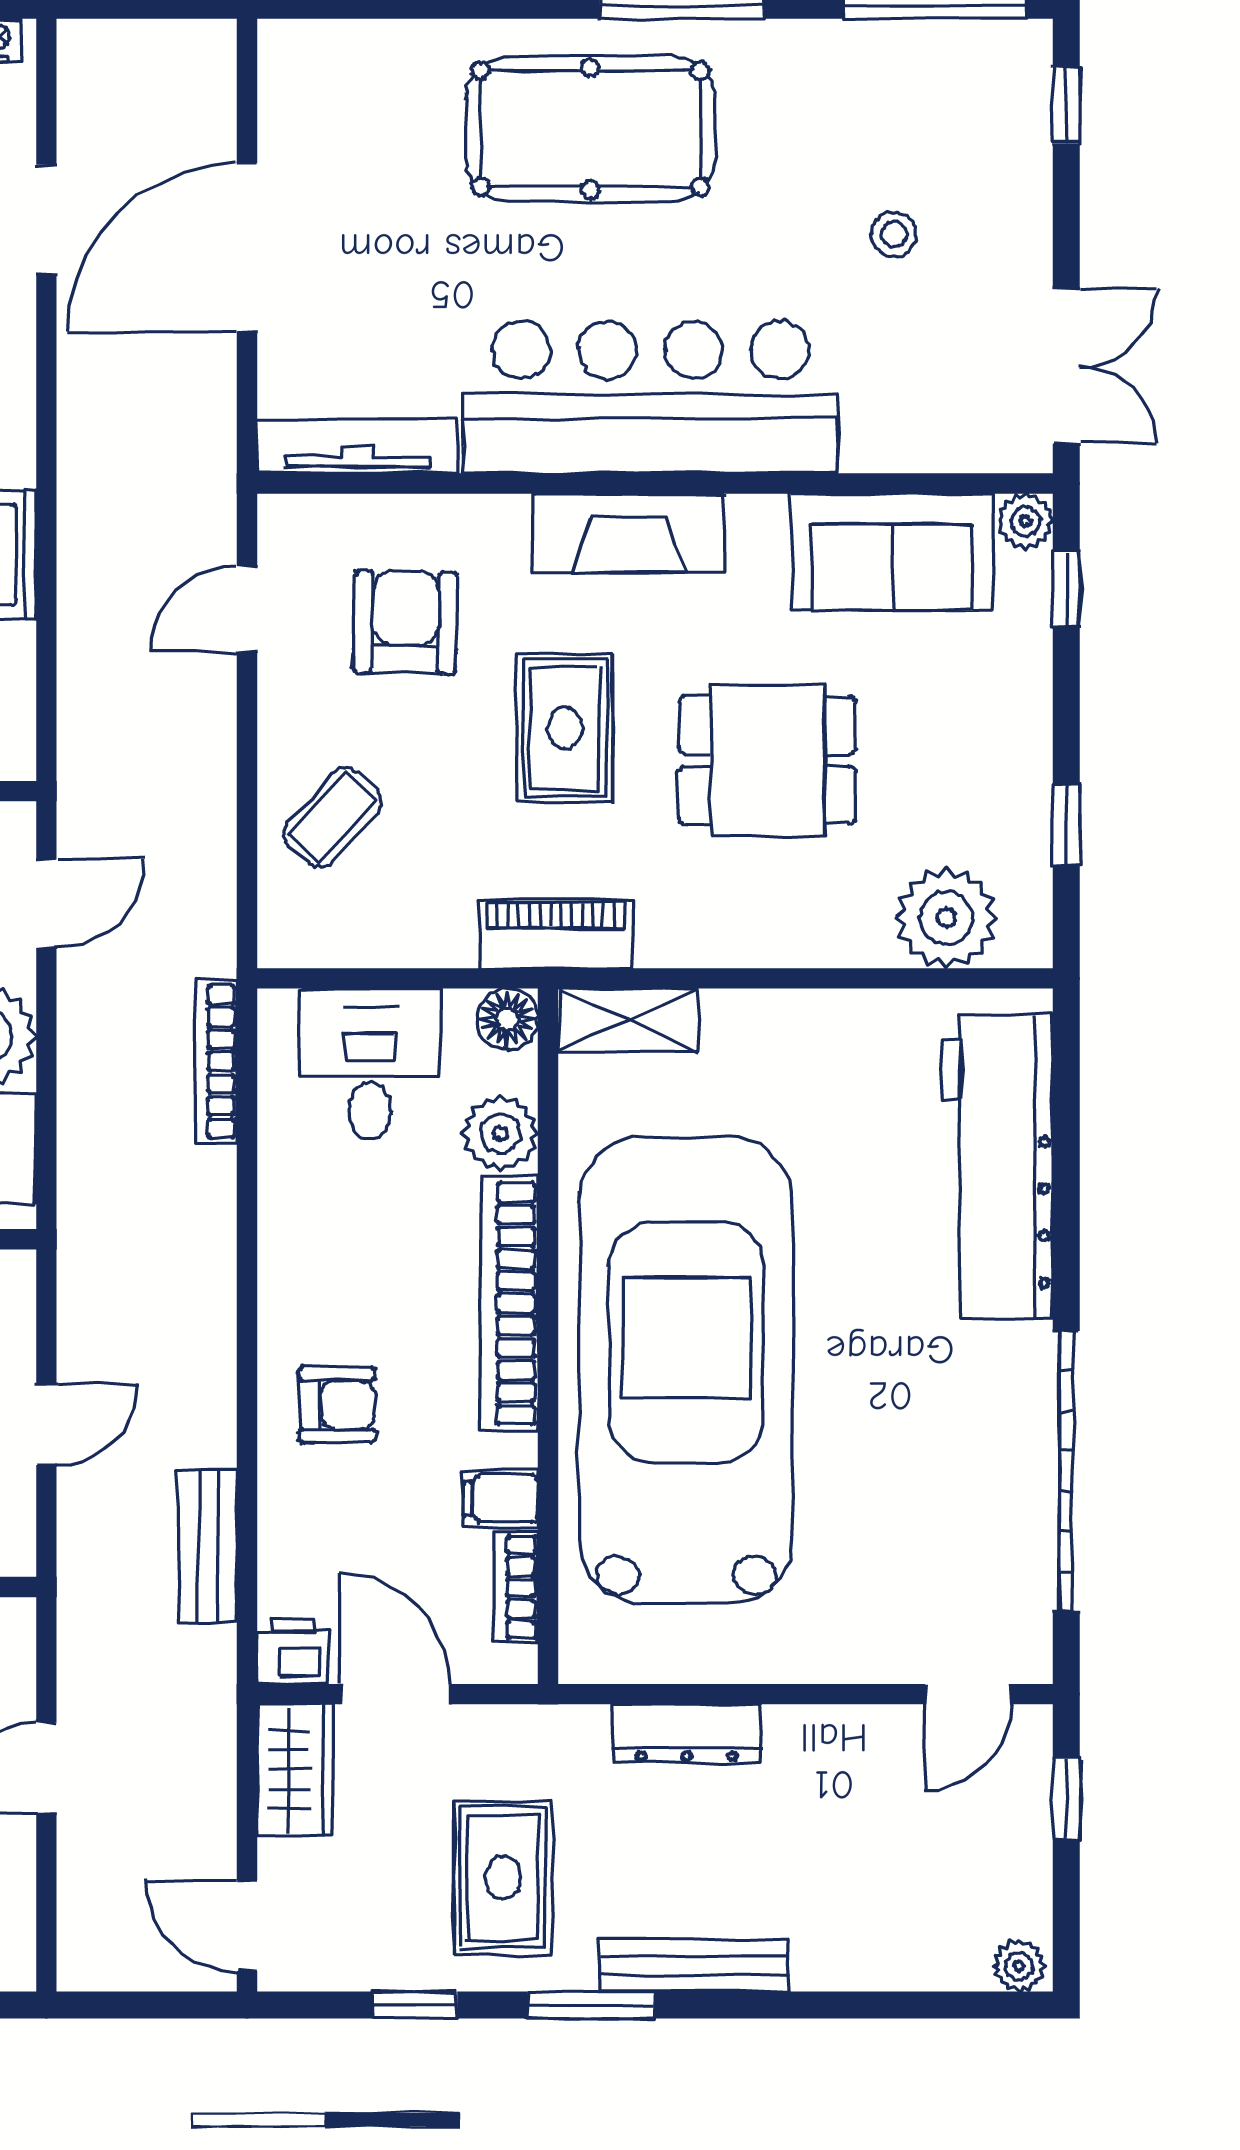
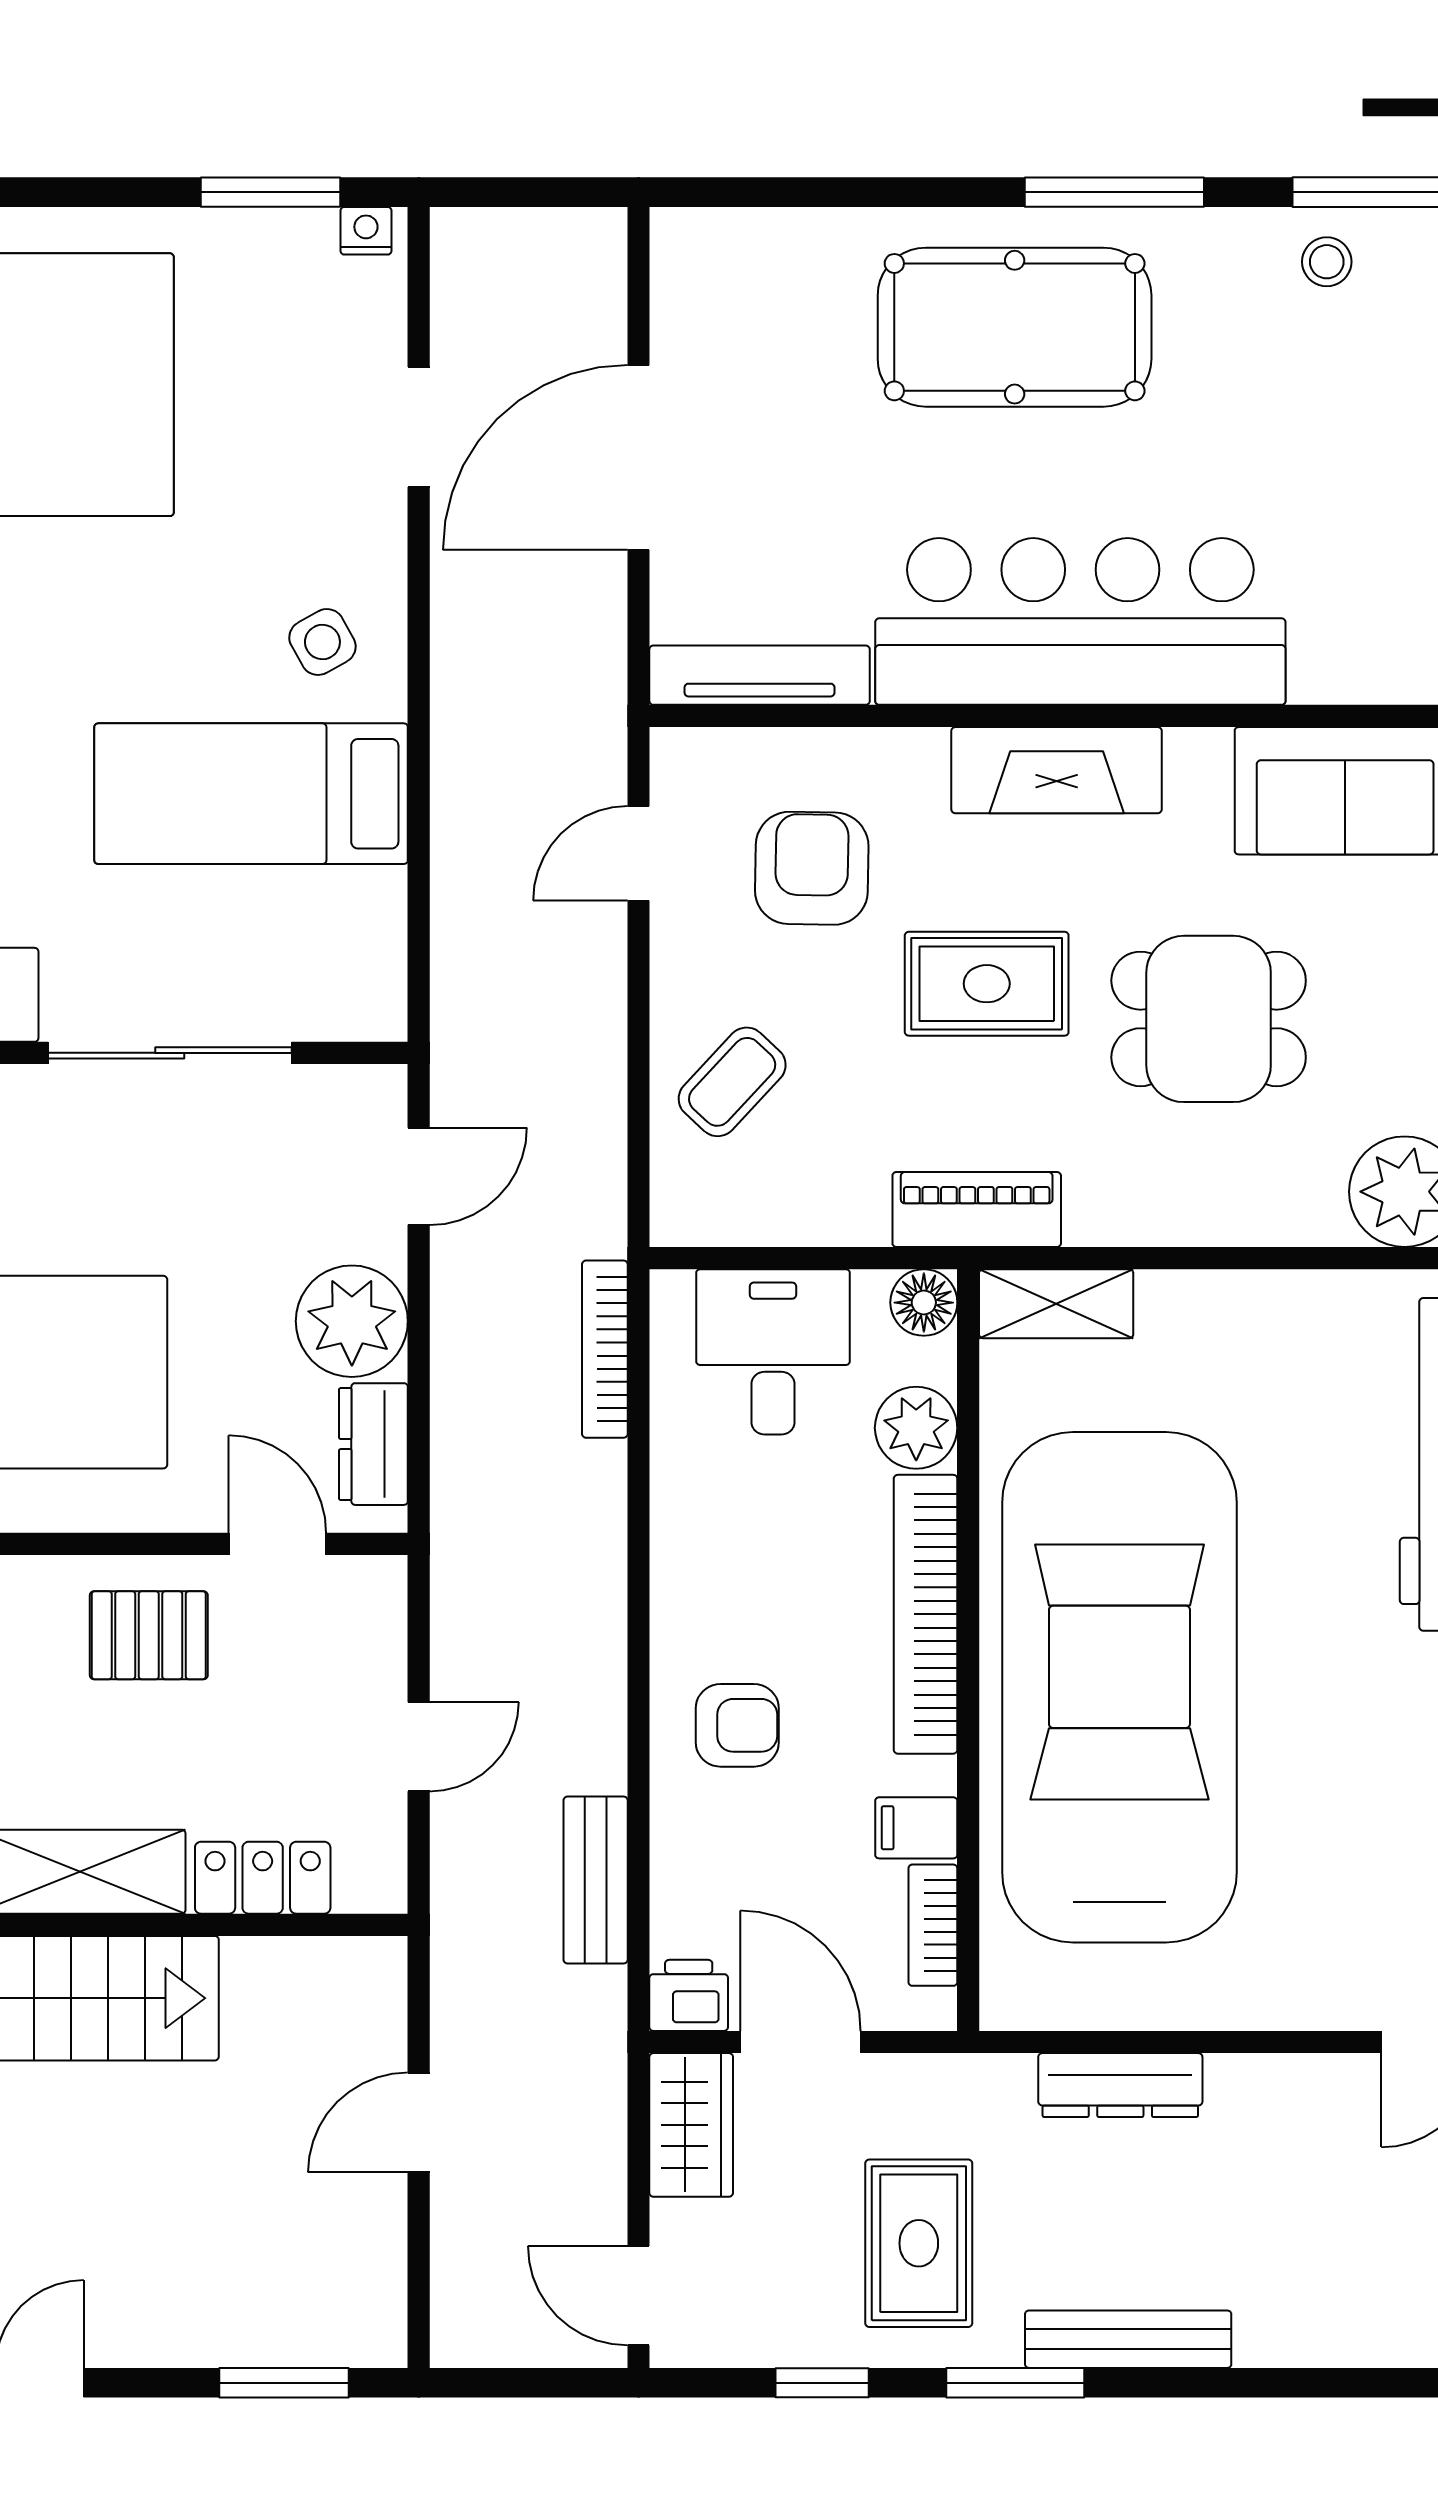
stool: (894, 234) -> (1327, 262), moved
rug: (565, 728) -> (987, 984), turned 90

